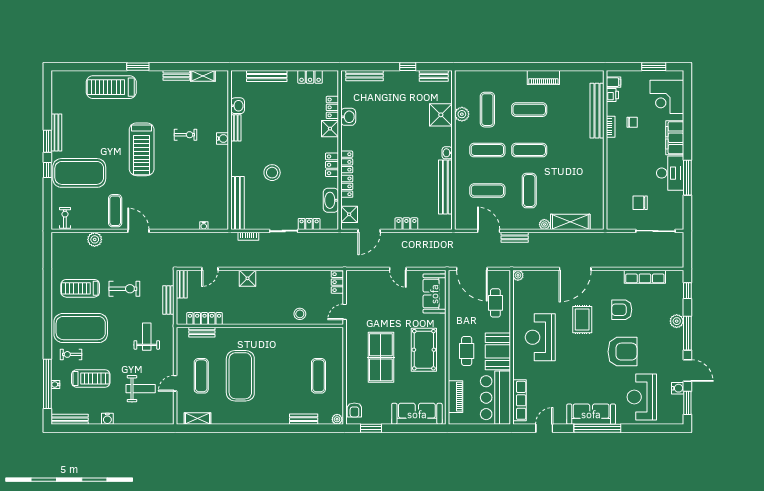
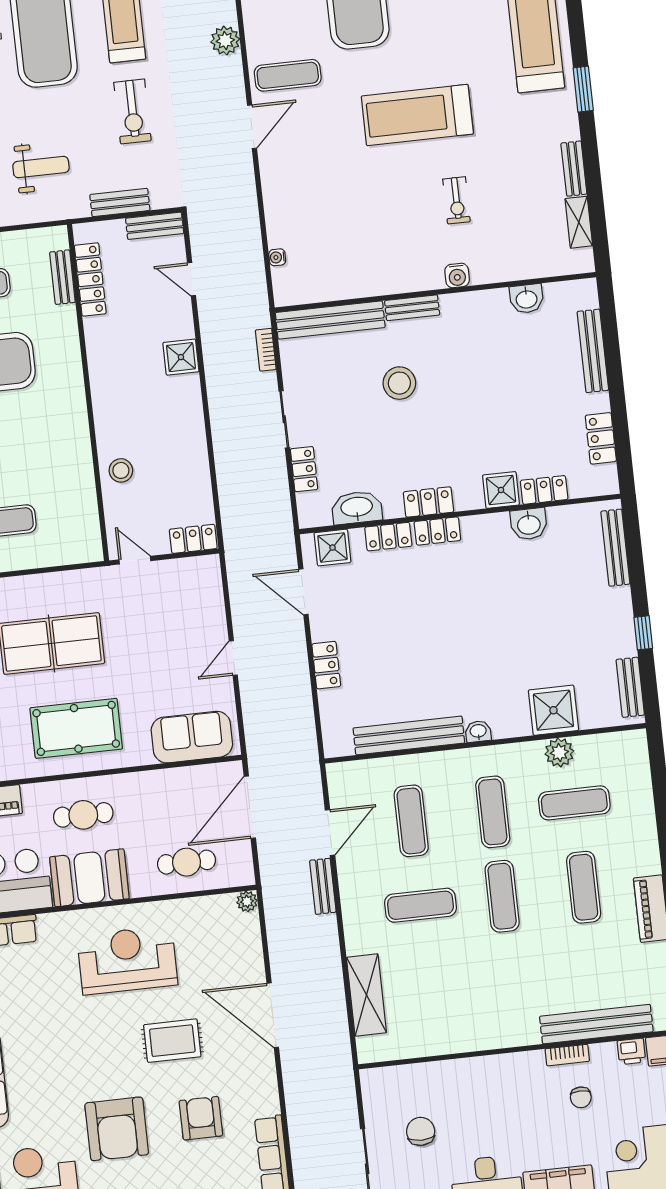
bench: (236, 128) -> (412, 308), moved
plant: (544, 224) -> (355, 943), removed

